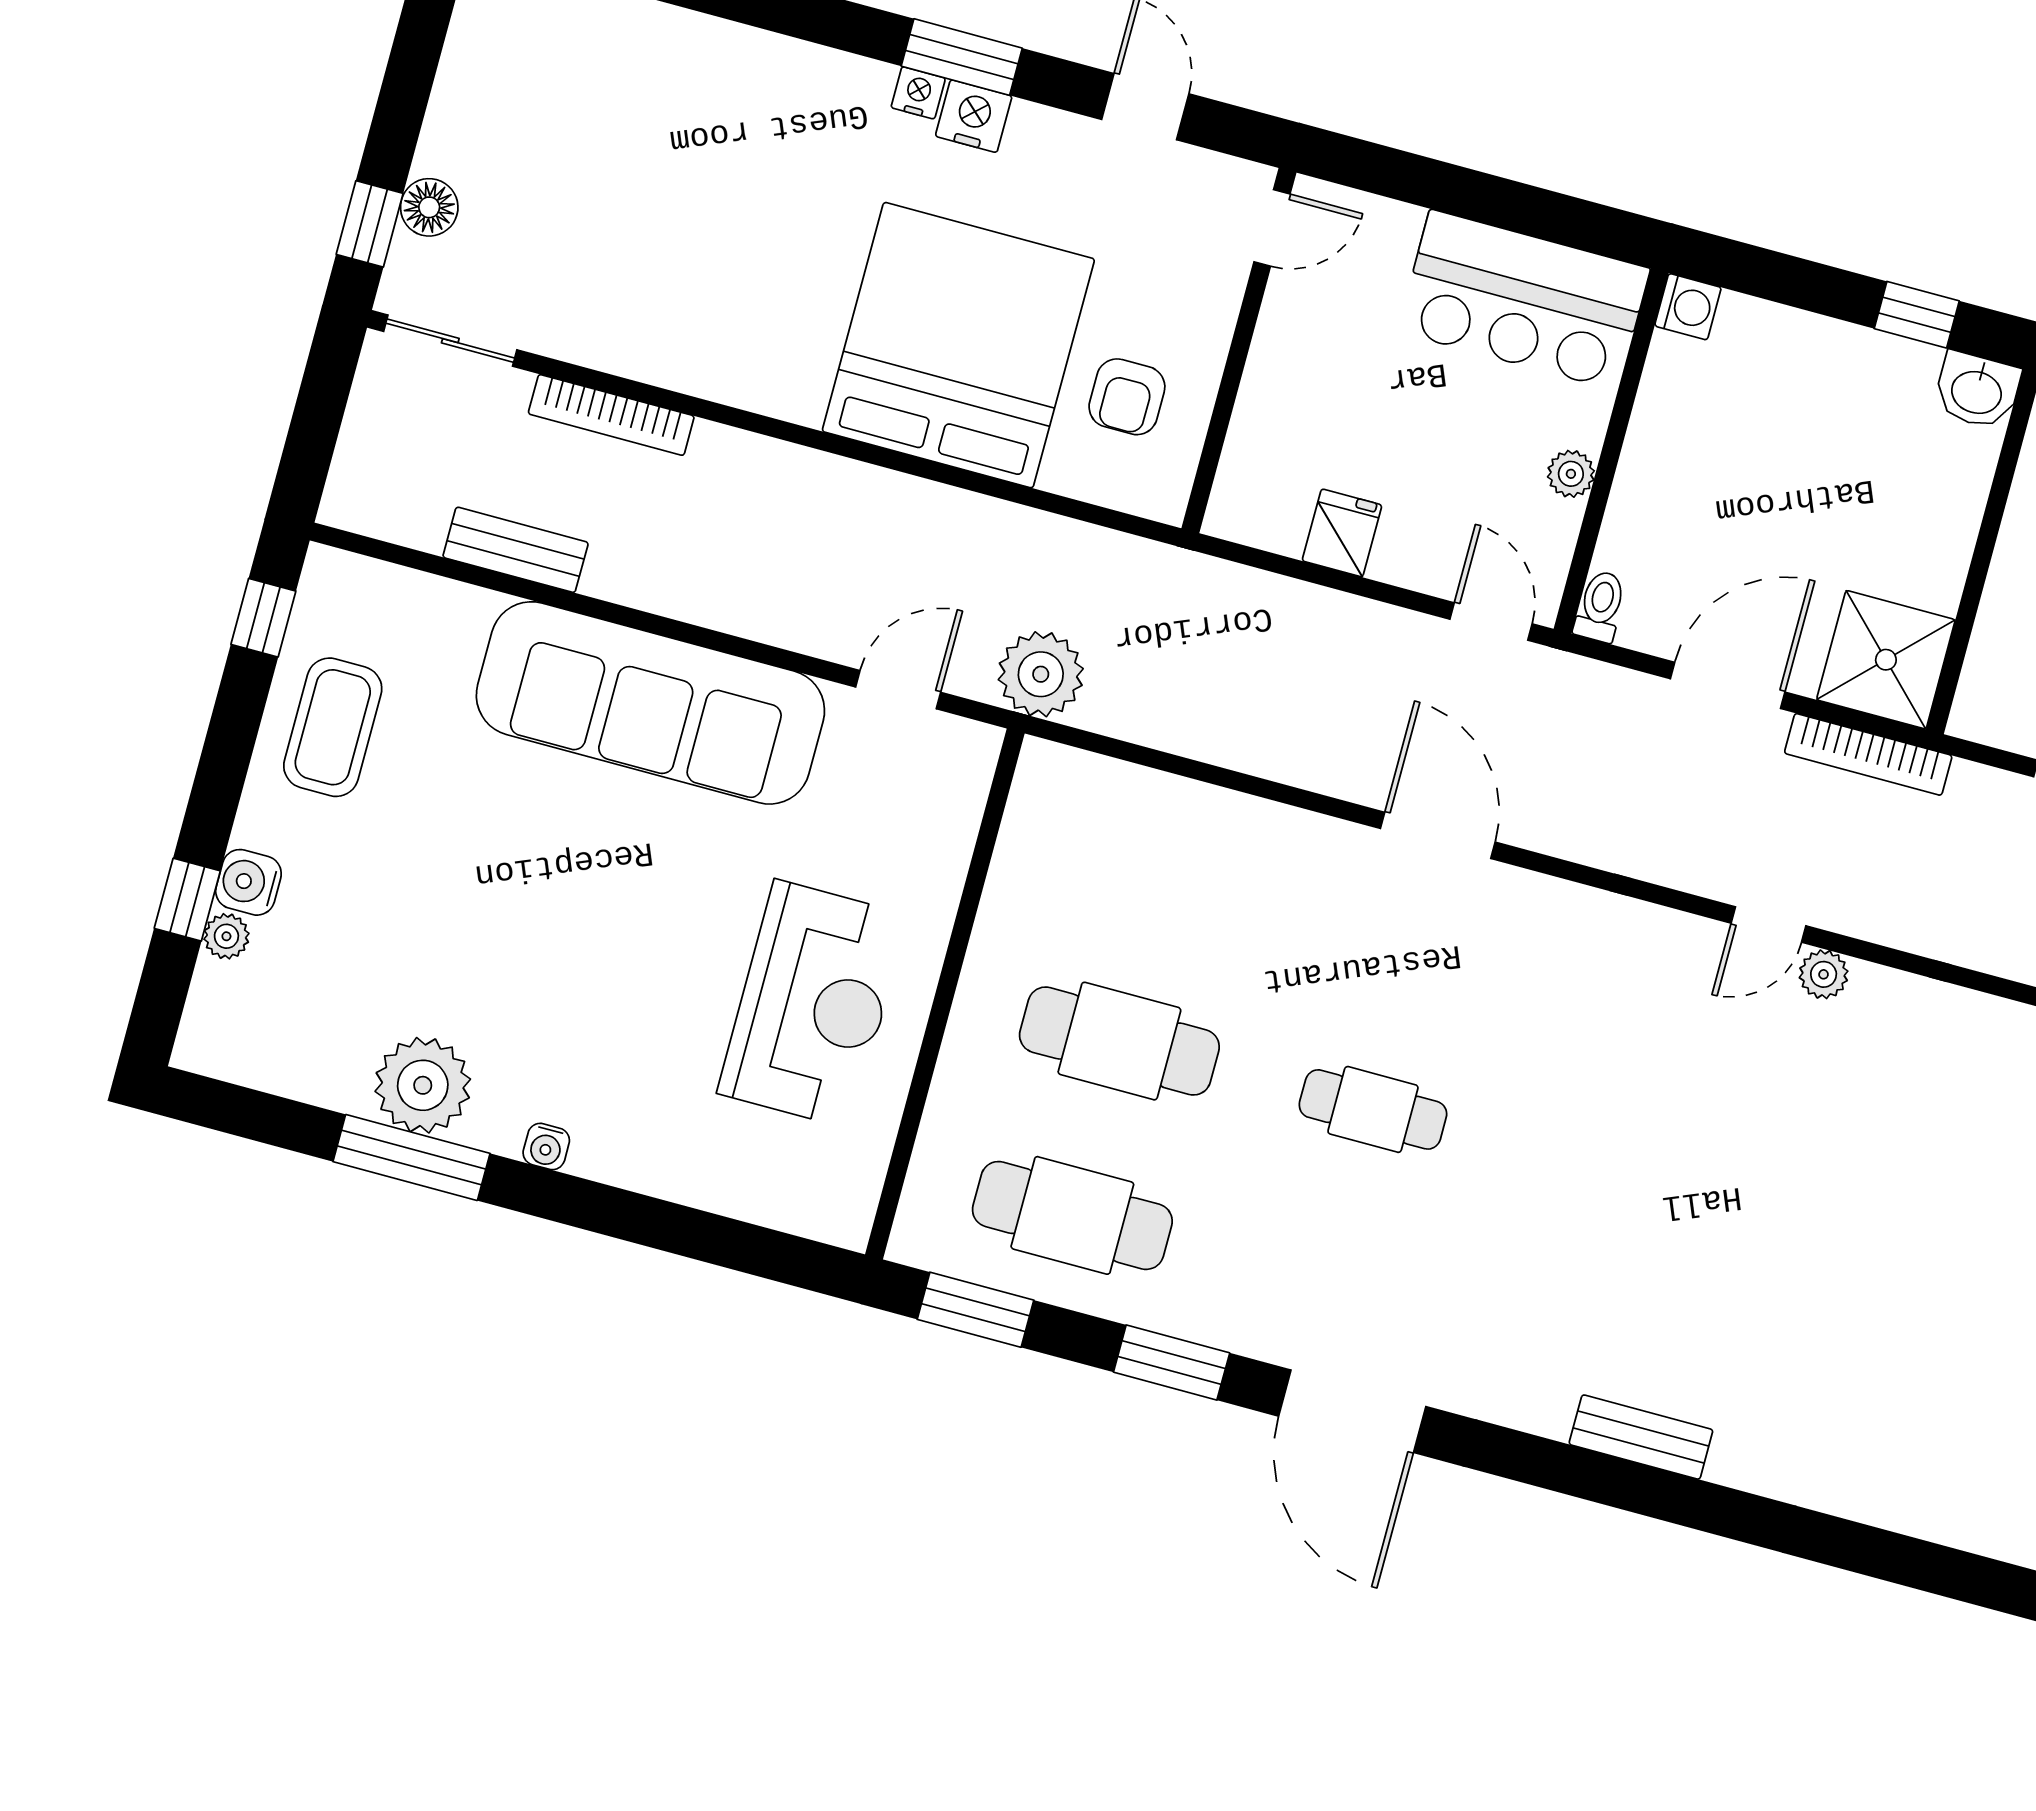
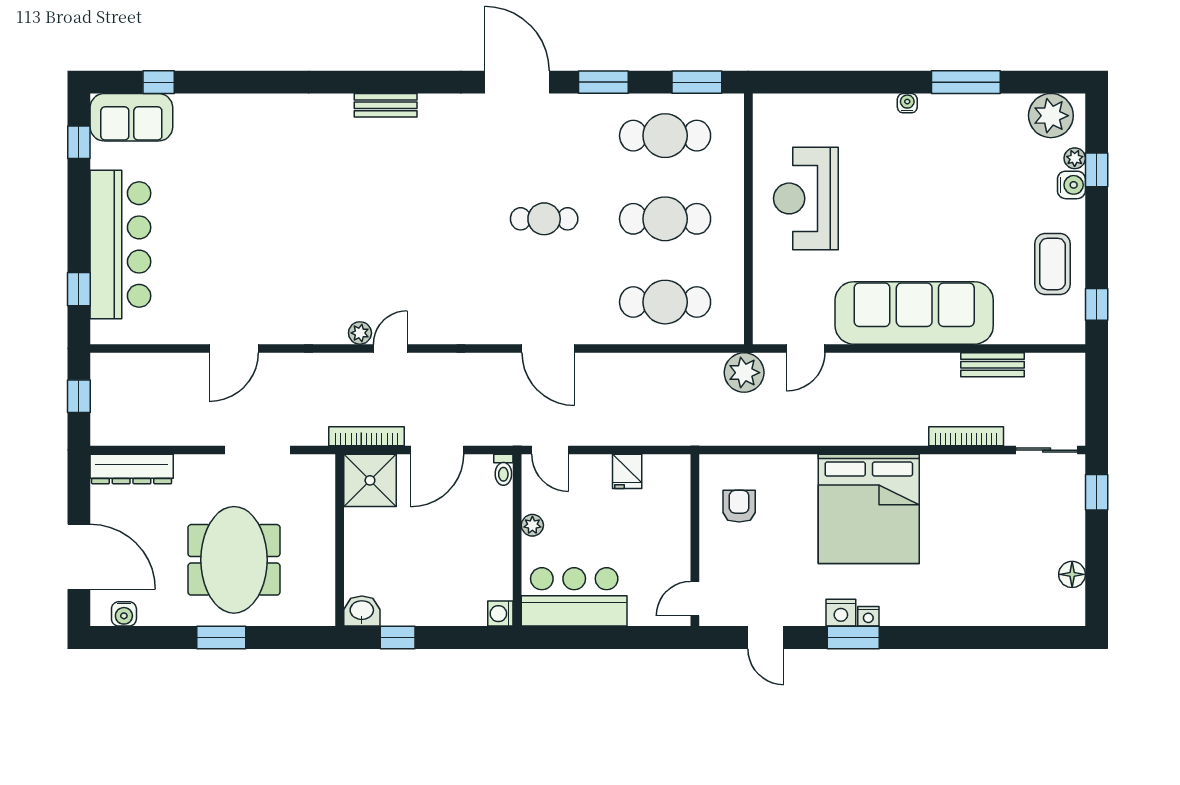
floor lamp: (429, 207) -> (1072, 574), moved
bed: (958, 345) -> (869, 509), moved
cafe table: (1166, 867) -> (665, 302), added
plant: (423, 1085) -> (1051, 116), moved

